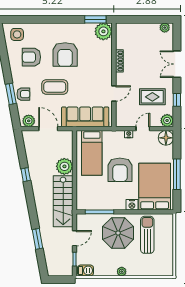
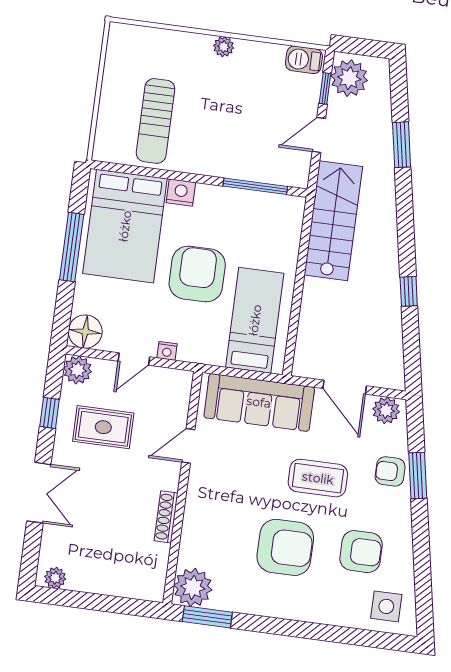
armchair: (65, 55) -> (285, 547), turned 90
plant: (64, 166) -> (349, 78), moved
parasol: (118, 233) -> (220, 134), removed

